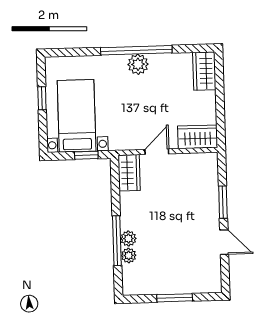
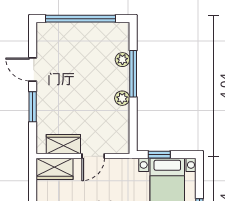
wardrobe: (129, 173) -> (63, 144), moved, turned 90
plant: (128, 239) -> (122, 98), moved
window: (175, 298) -> (81, 19), width x2.11

